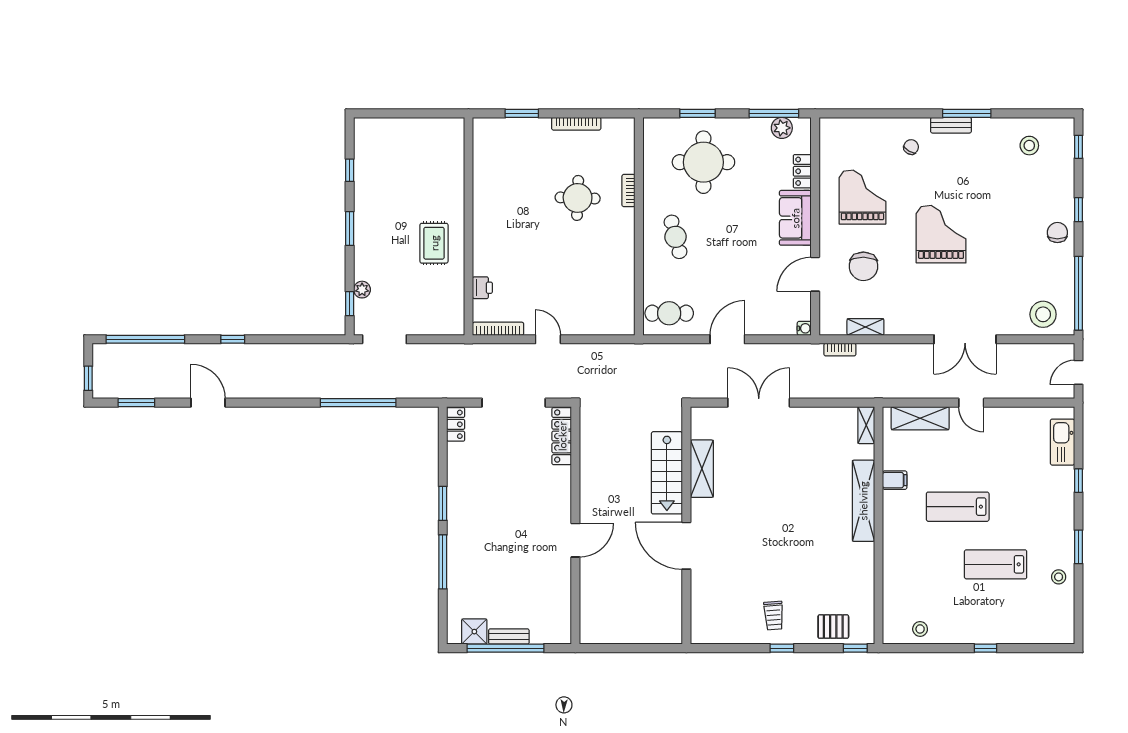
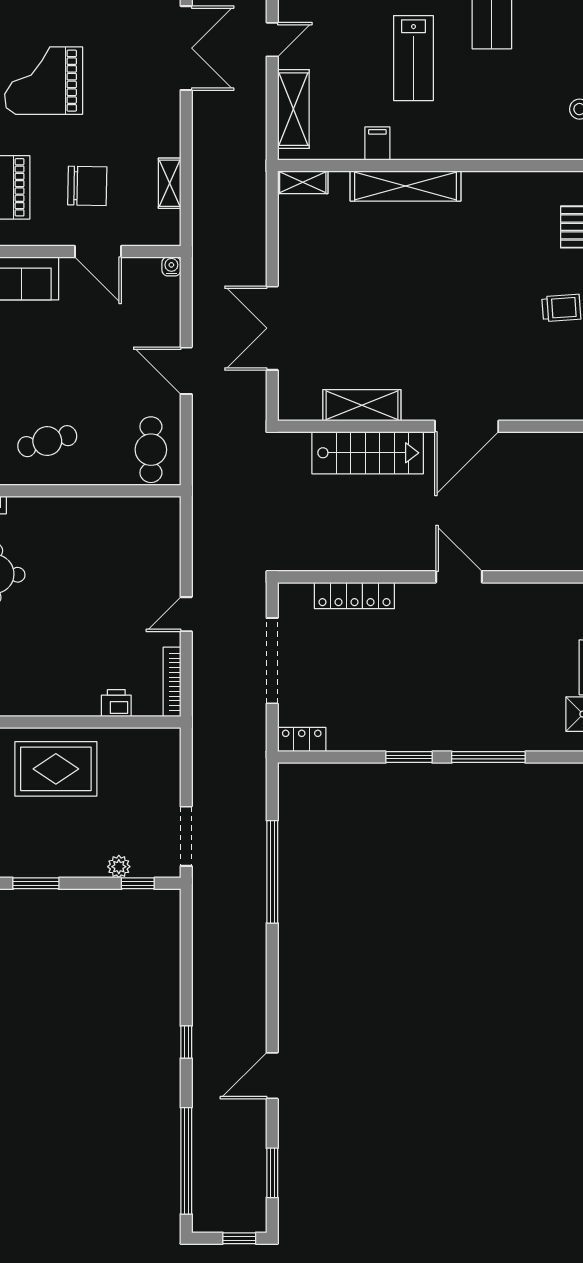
rug: (434, 243) -> (56, 769), width x1.36, depth x1.43
bookcase: (840, 350) -> (200, 218), removed
locker: (562, 436) -> (354, 595), moved

